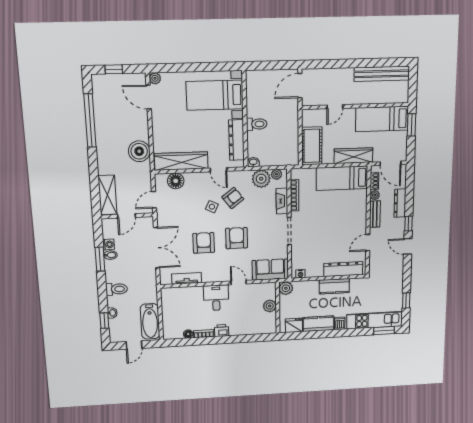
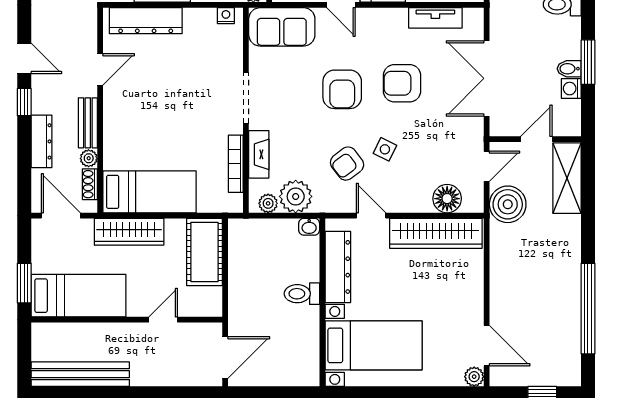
boiler: (139, 151) -> (508, 204), moved
armchair: (204, 243) -> (402, 83), turned 90

